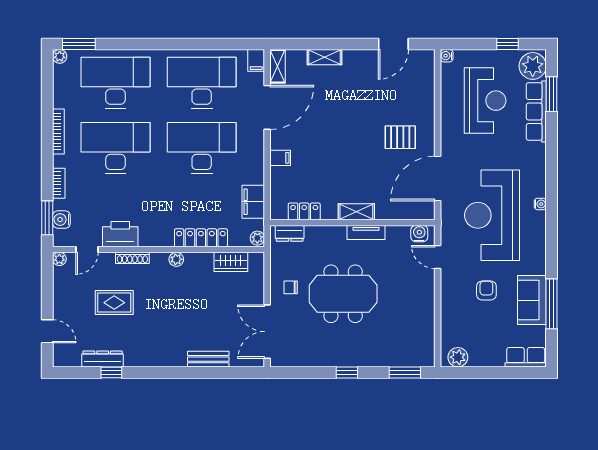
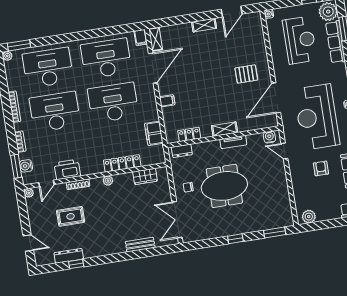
shelving: (325, 57) -> (204, 25), moved
plant: (257, 238) -> (160, 157), removed

